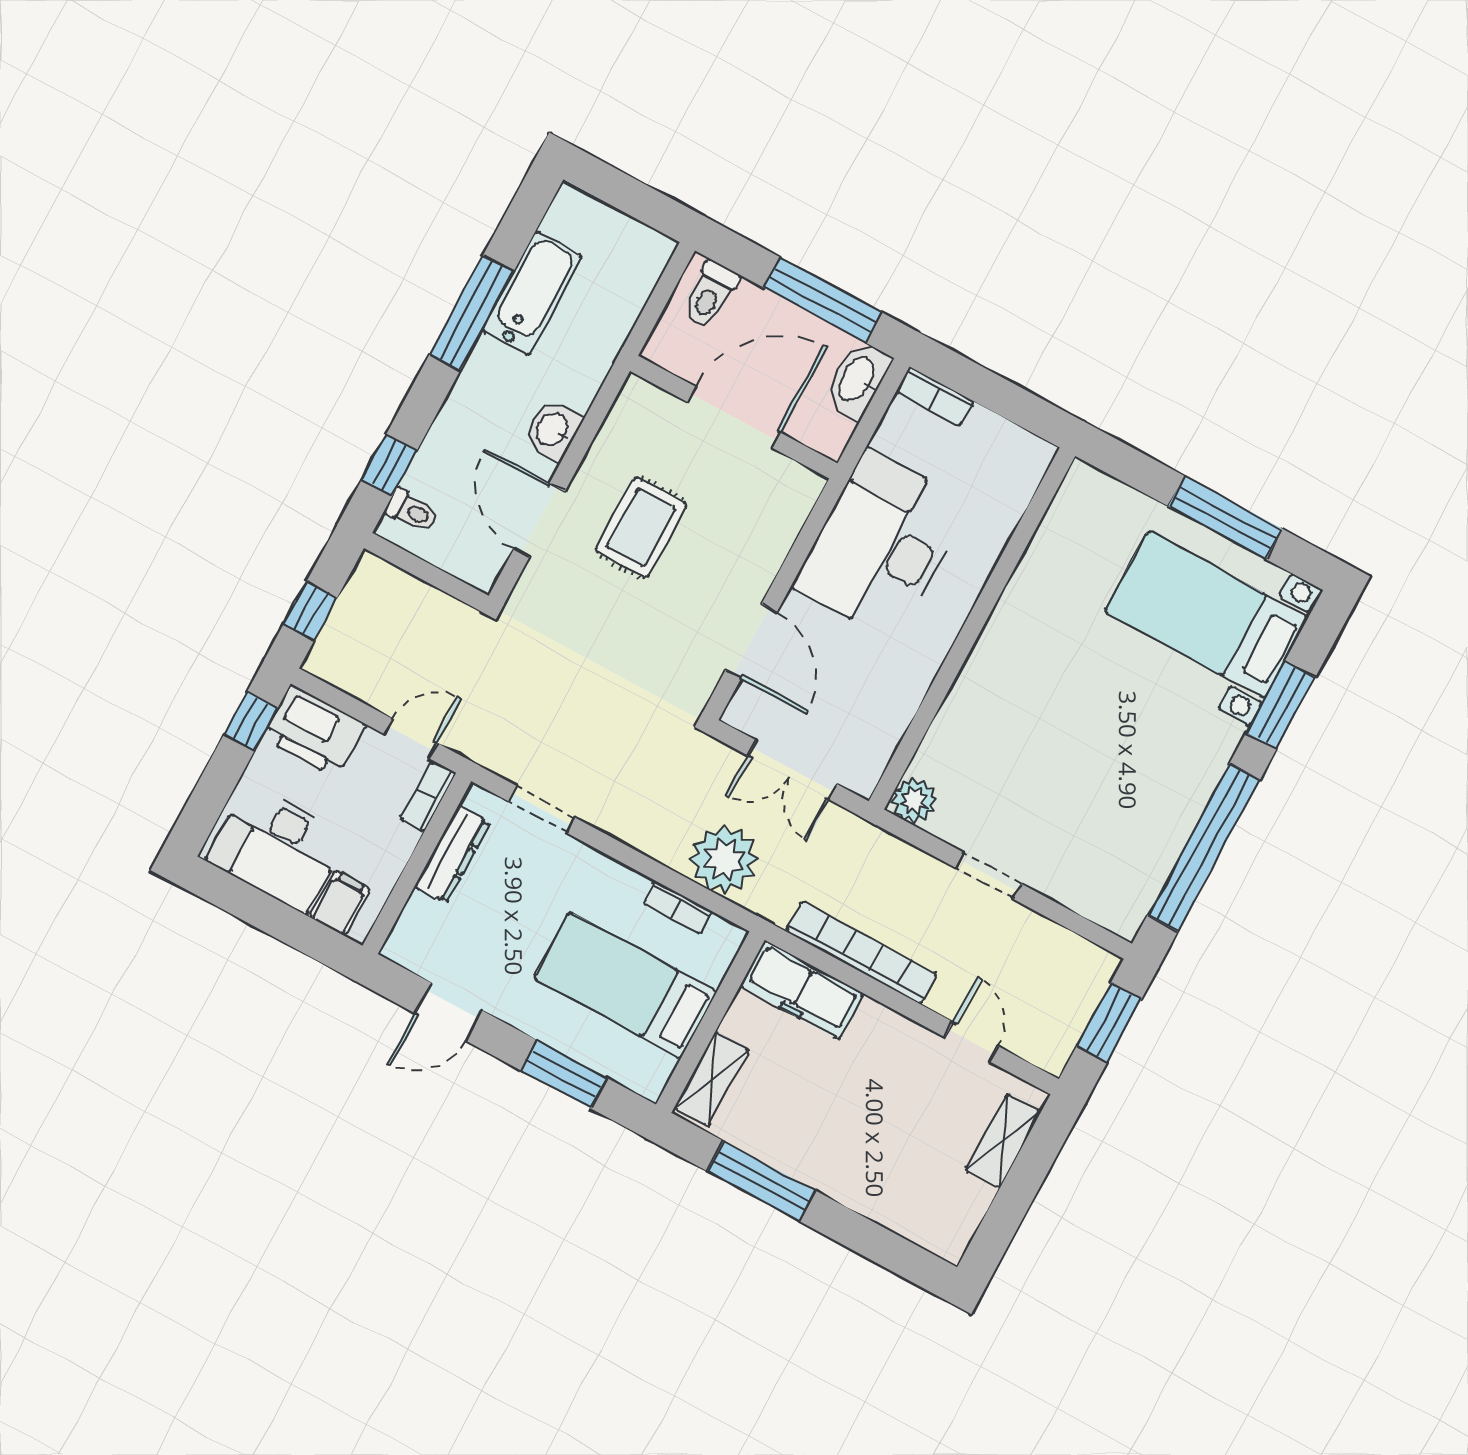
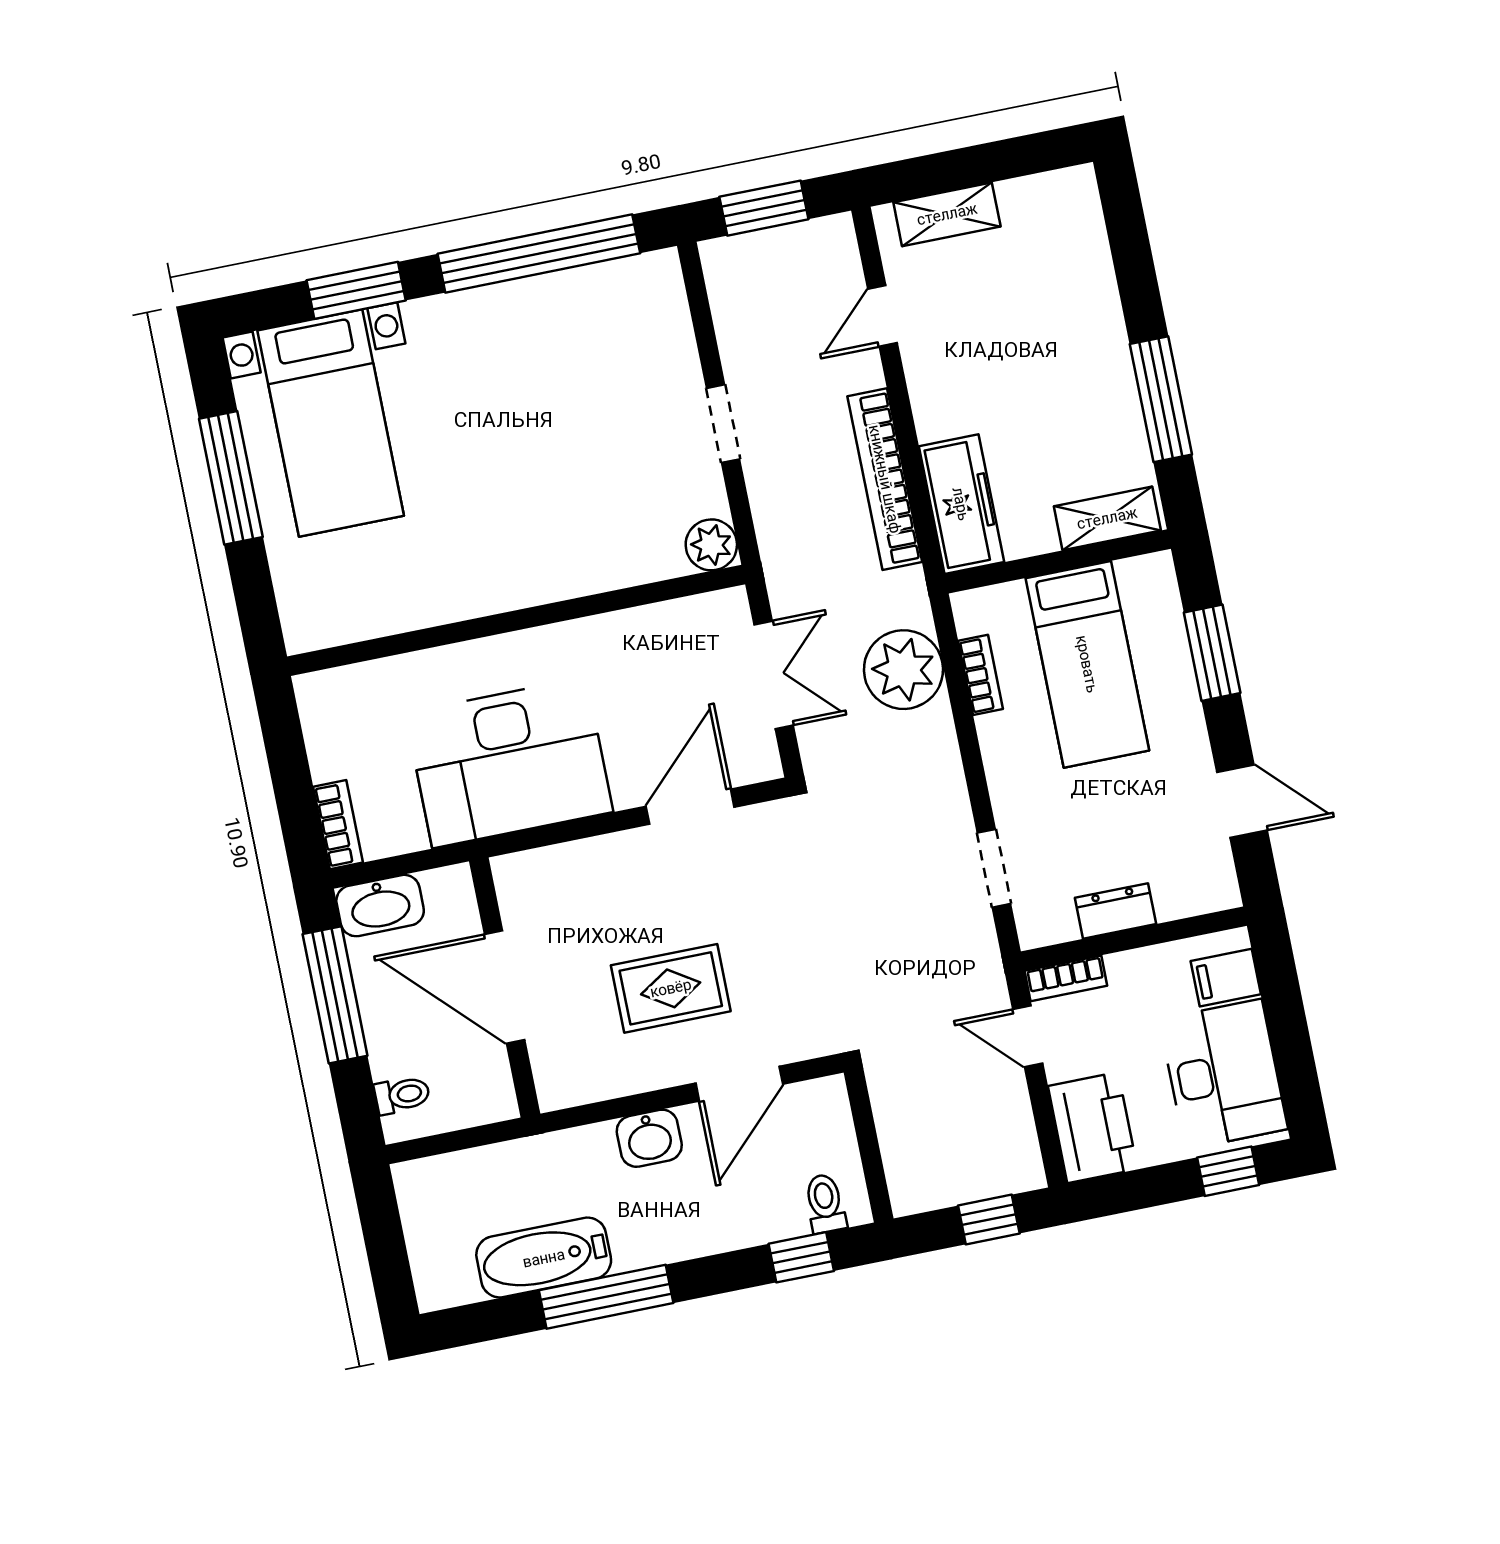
toilet: (710, 295) -> (402, 1095), width x0.73, depth x0.72
window: (251, 721) -> (1228, 1171), moved
dresser: (452, 854) -> (1116, 911), width x0.70

